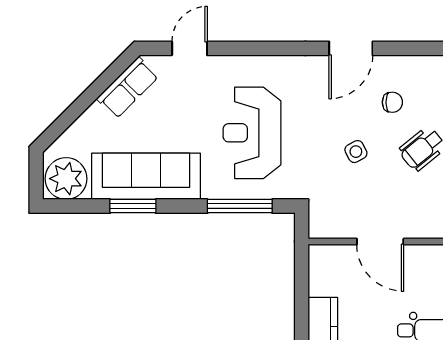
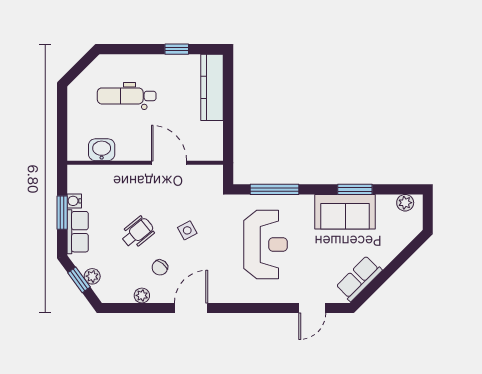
plant: (416, 65) -> (142, 295), added
chair: (392, 102) -> (160, 267), turned -52
sofa: (146, 176) -> (345, 212), width x0.73
plant: (66, 179) -> (405, 203), width x0.53, depth x0.53

